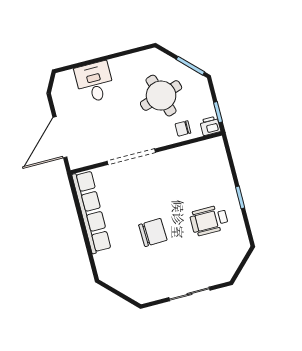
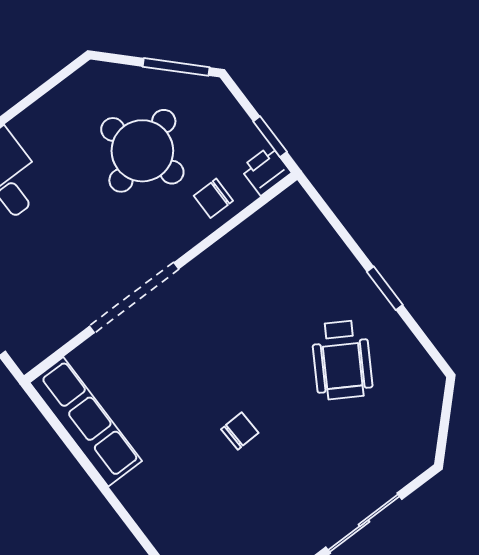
row of seats: (91, 212) -> (86, 422), width x0.73
wheelchair: (209, 220) -> (342, 360), turned -59
chair: (153, 232) -> (240, 431), width x0.54, depth x0.54

